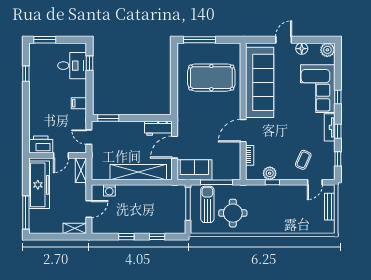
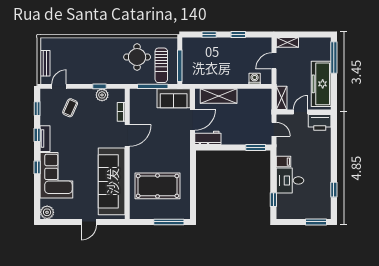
floor lamp: (302, 49) -> (71, 213), removed
desk: (72, 66) -> (290, 180), moved
shelving: (138, 172) -> (219, 96), width x0.68

